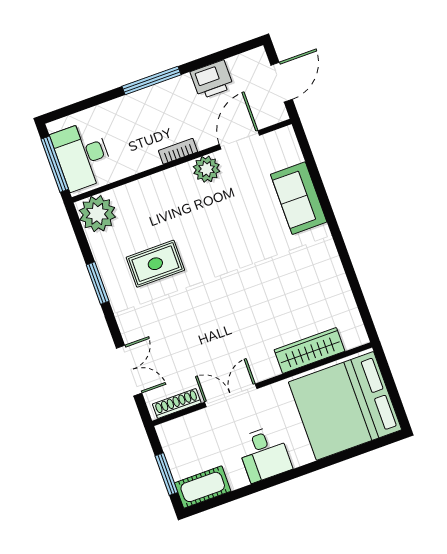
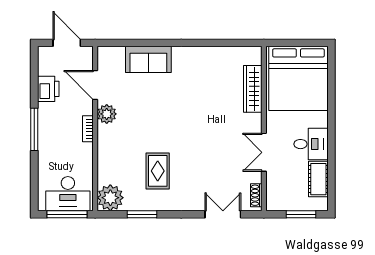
window: (98, 283) -> (142, 214), moved
shoe rack: (177, 403) -> (256, 195), width x0.70
cot: (203, 487) -> (318, 179), moved

